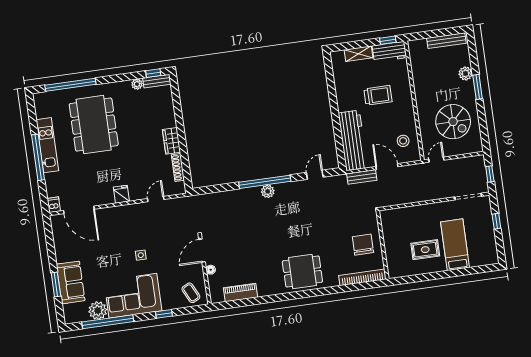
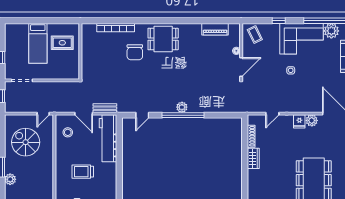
plant: (106, 197) -> (312, 120), added
chair: (363, 245) -> (135, 52), moved
wall: (383, 245) -> (80, 51), moved

